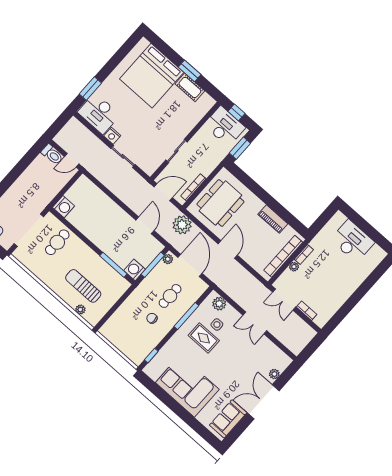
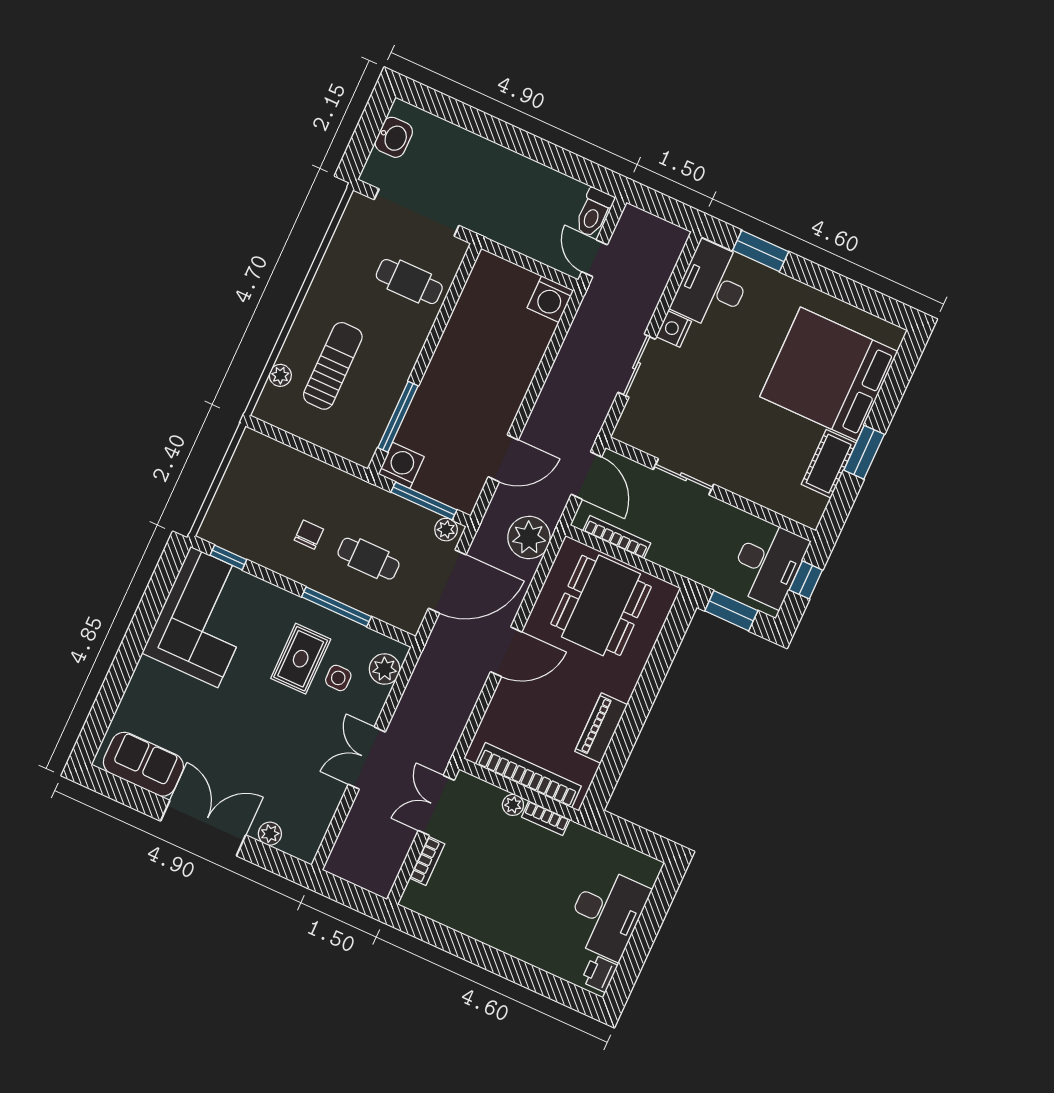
dining table: (220, 203) -> (601, 605), turned 90
washing machine: (64, 207) -> (550, 299), moved
printer: (377, 252) -> (599, 973), added
corner sofa: (187, 386) -> (204, 617), moved

